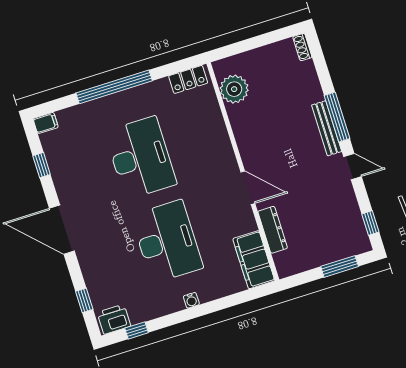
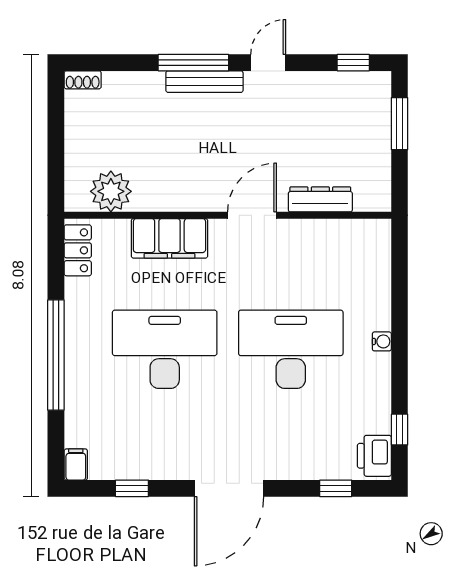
filing cabinet: (254, 260) -> (169, 238), moved

